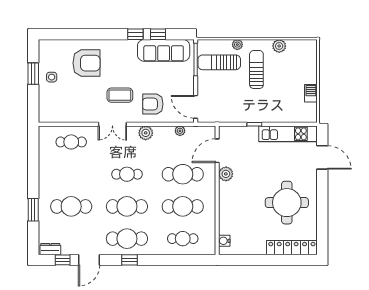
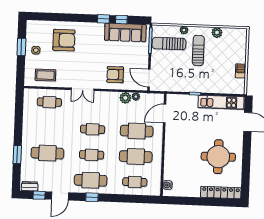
coffee table: (120, 95) -> (45, 75), moved
plant: (146, 133) -> (125, 98), moved
plant: (226, 174) -> (171, 132), removed
cafe table: (127, 206) -> (92, 155), width x0.73, depth x0.74

